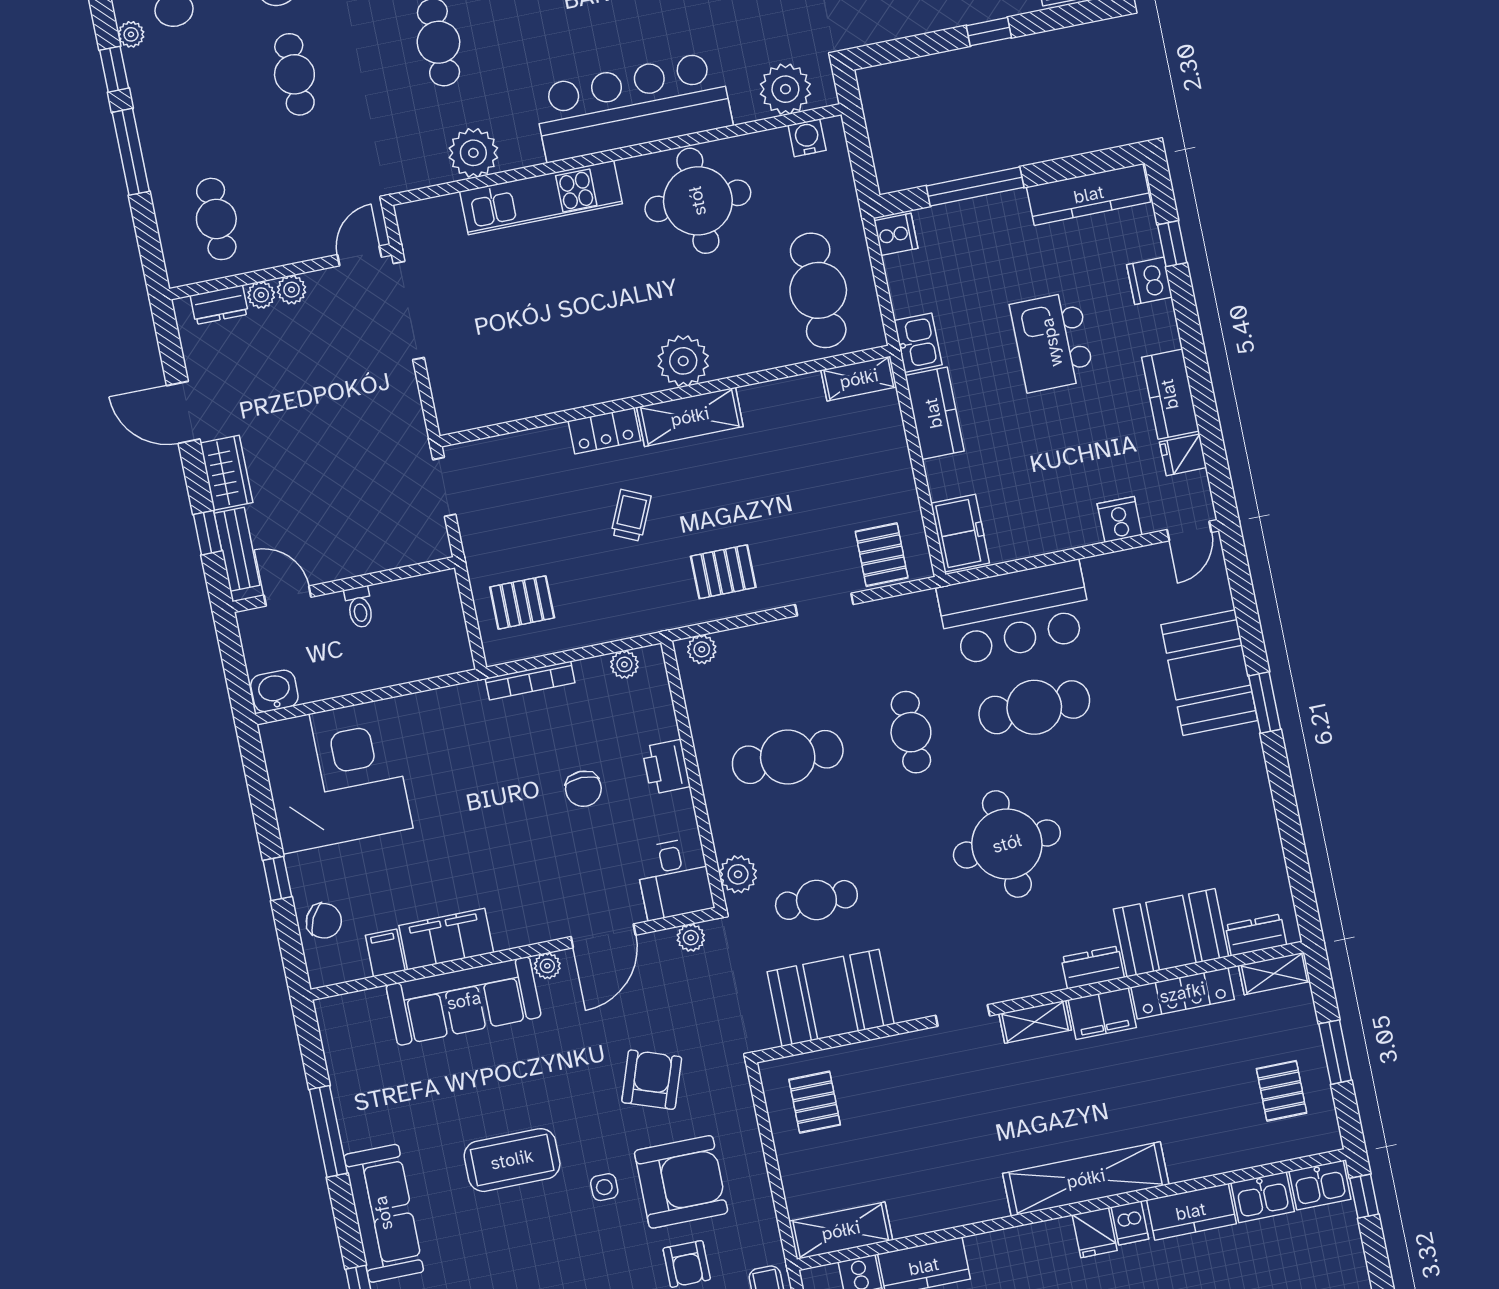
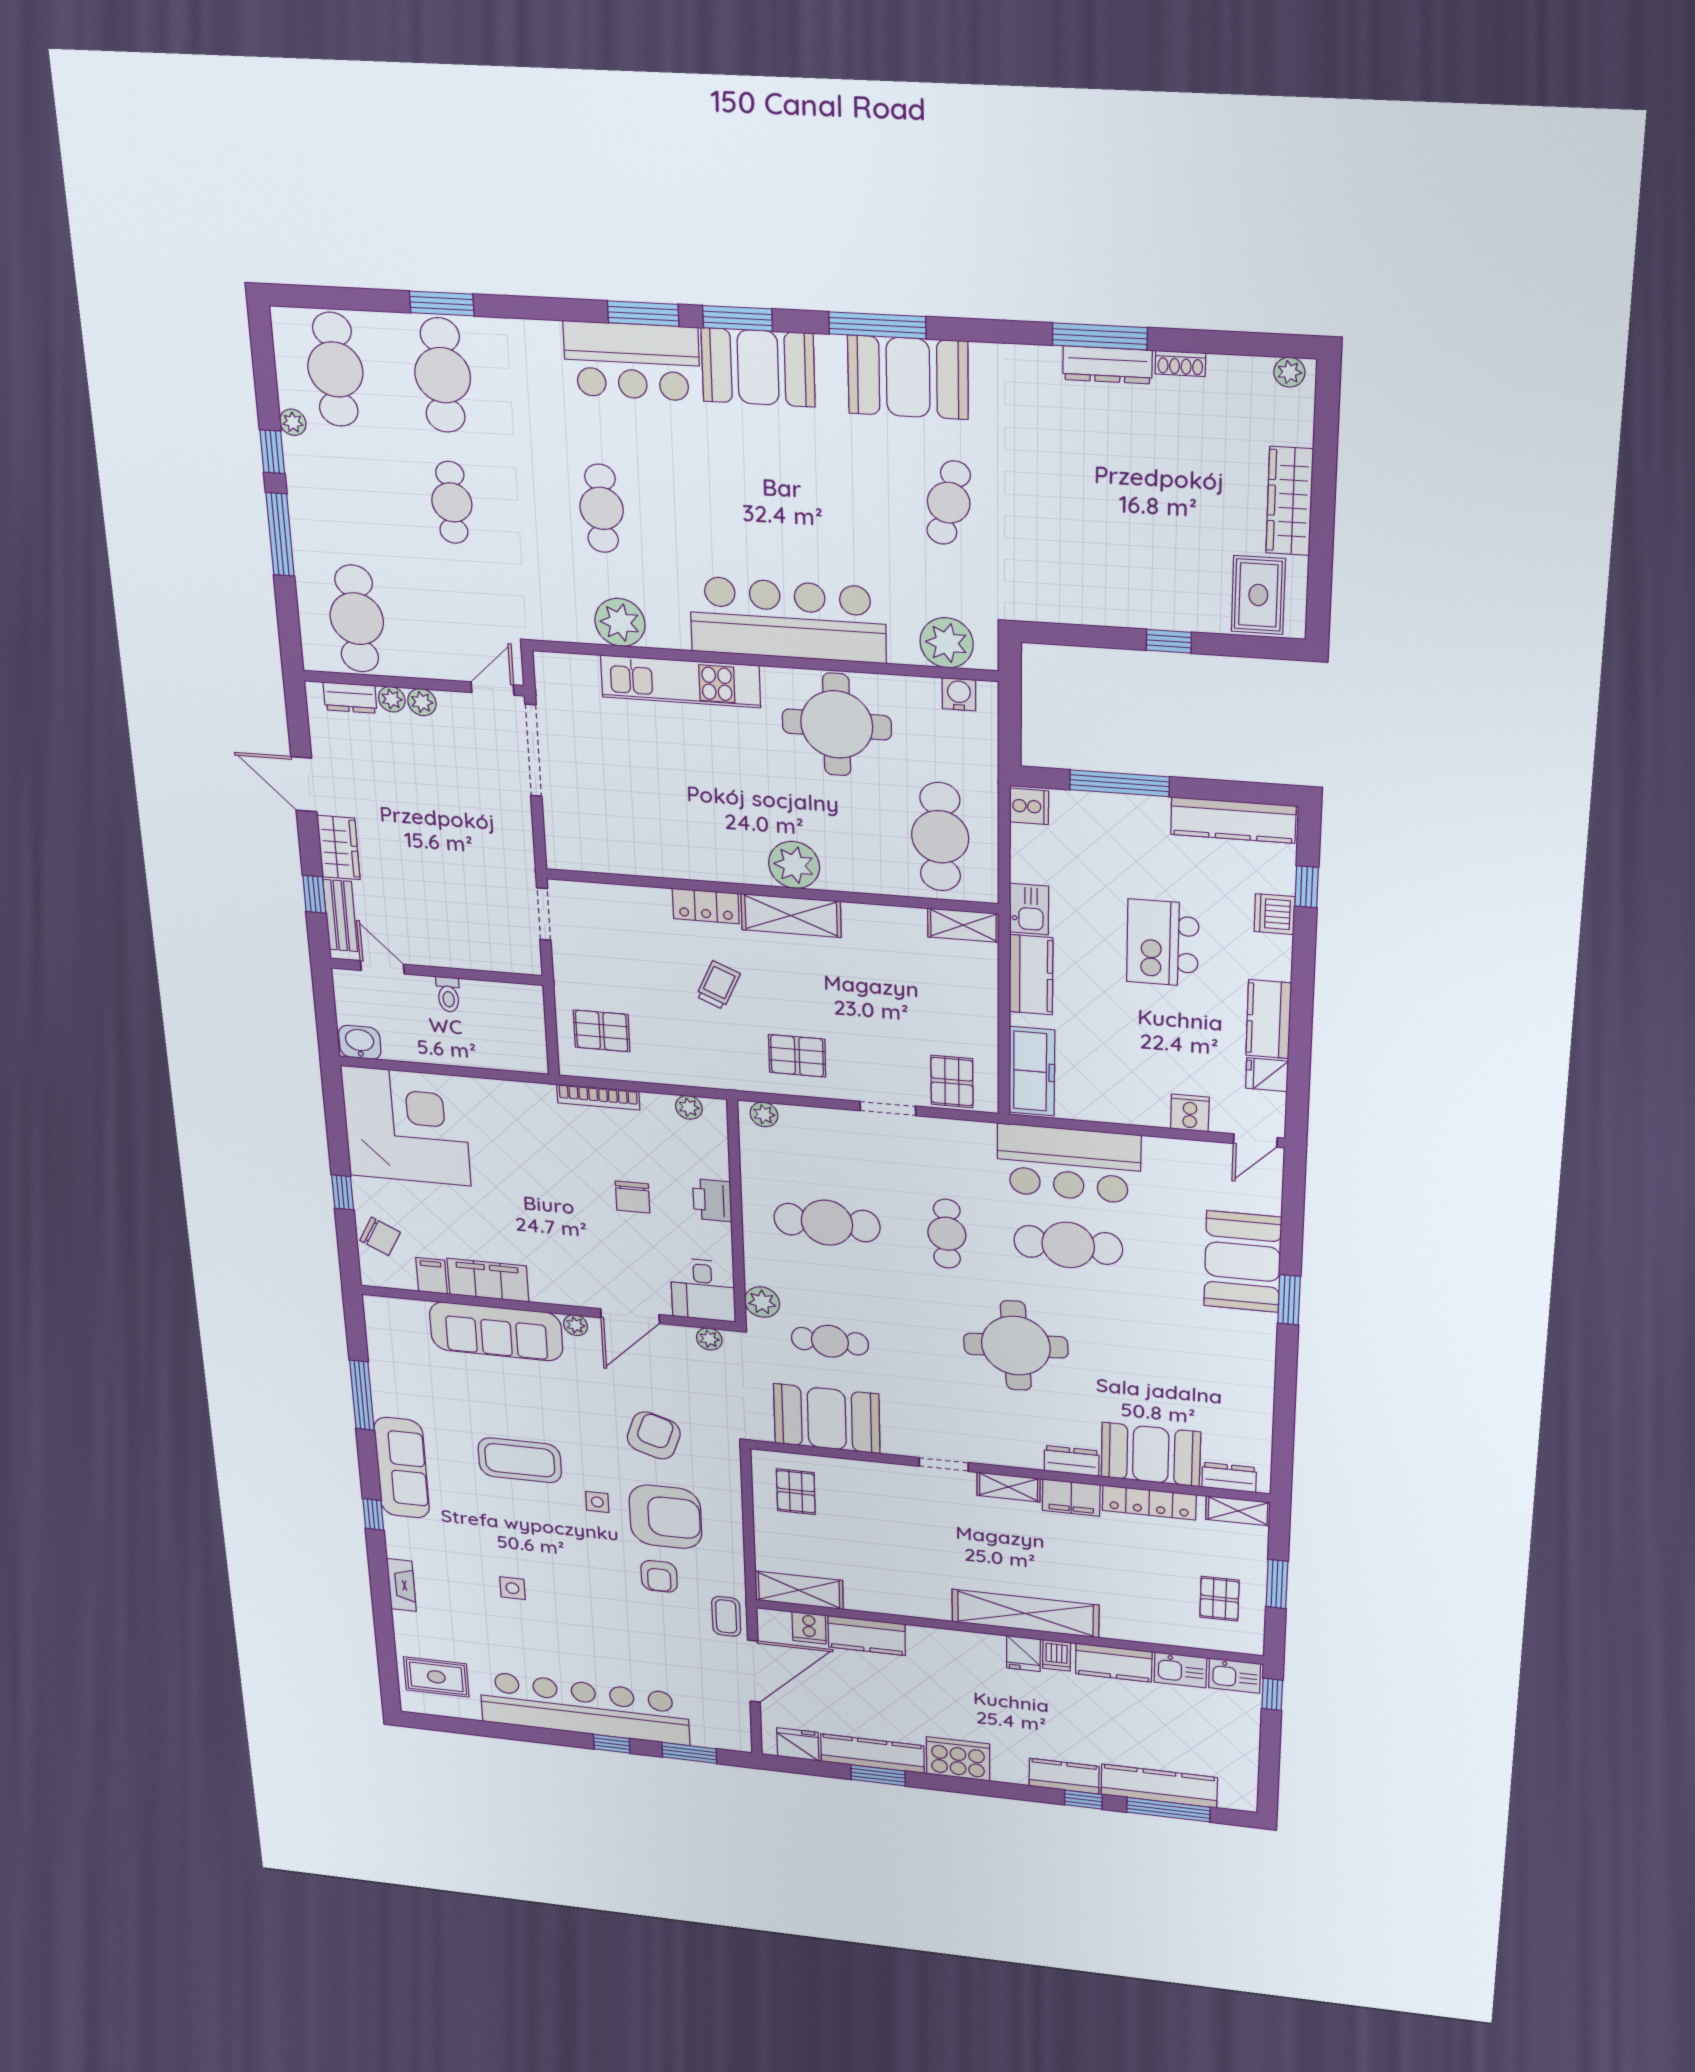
cafe table: (216, 219) -> (357, 619), width x1.37, depth x1.35
freezer: (960, 533) -> (1032, 1071), width x1.40

